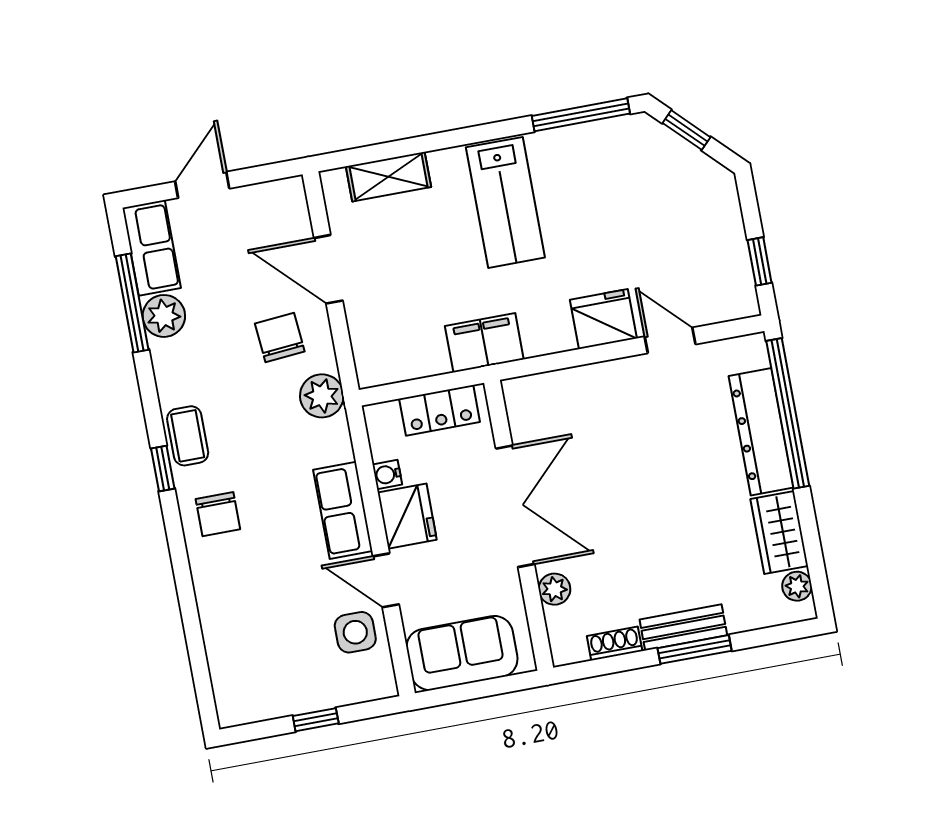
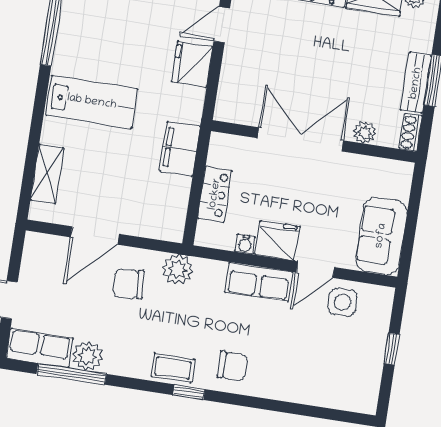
double door: (515, 506) -> (300, 139), moved
wall: (519, 525) -> (314, 141), moved
plant: (554, 589) -> (365, 132), moved

